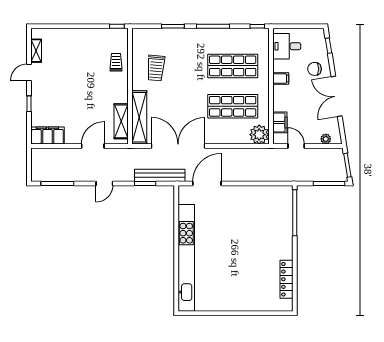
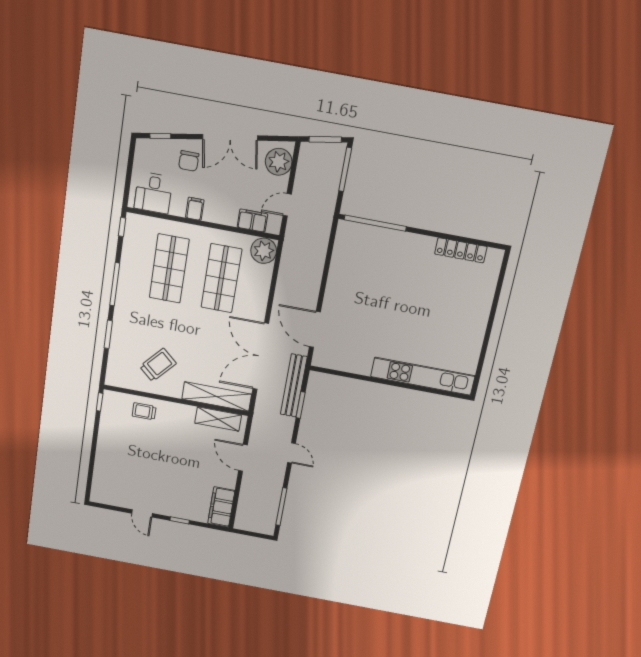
shelving: (36, 51) -> (117, 500), removed
trolley: (156, 68) -> (158, 365), turned -53
plant: (326, 139) -> (279, 162), width x1.88, depth x1.88
kitchen unit: (186, 258) -> (423, 376), width x0.73

